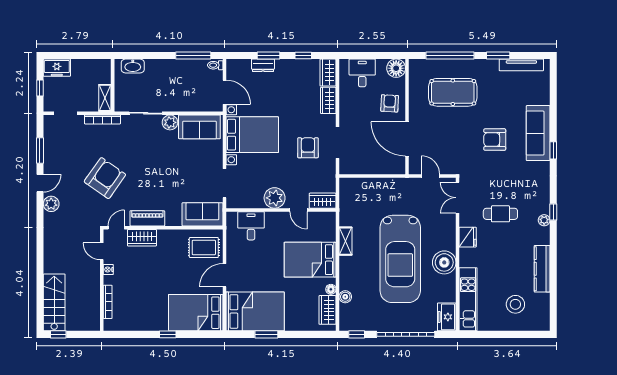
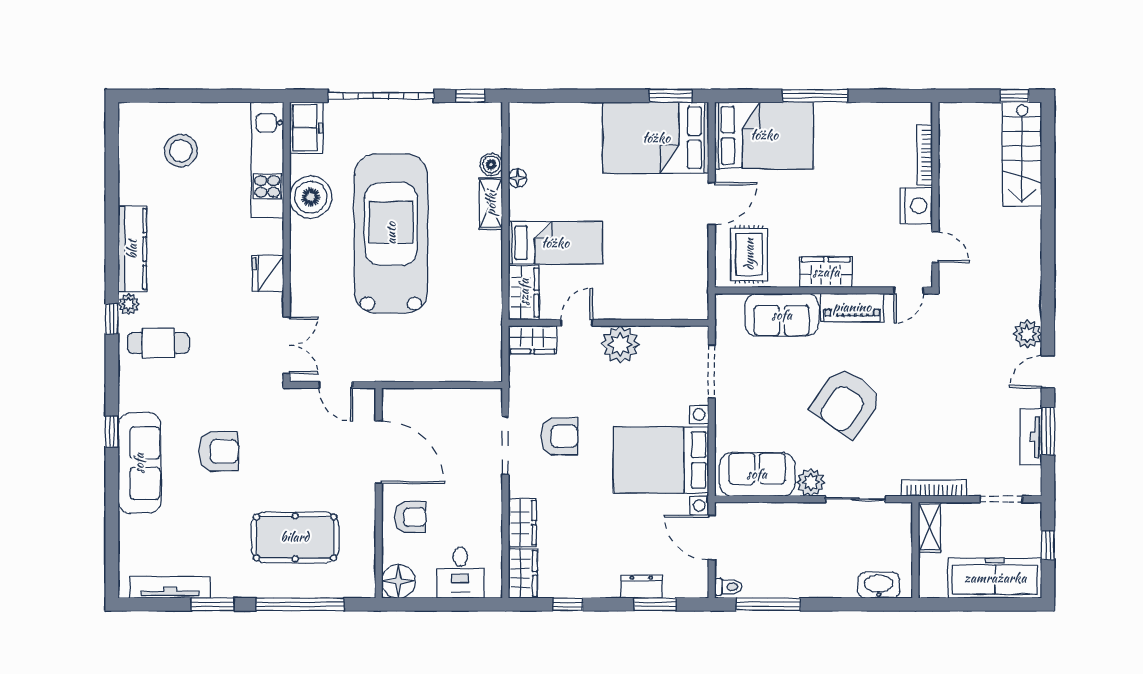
window: (269, 56) -> (655, 604), moved
freezer: (57, 68) -> (995, 578), width x1.91, depth x1.26
armchair: (390, 103) -> (410, 517), turned -93
tv unit: (49, 147) -> (1031, 437), added
armchair: (308, 148) -> (559, 436), turned -90
armchair: (105, 178) -> (846, 402), moved
door: (298, 210) -> (577, 323), hinge flipped
sofa: (202, 214) -> (782, 315), moved
cafe table: (500, 214) -> (158, 343), moved
desk: (251, 226) -> (663, 294), removed
wardrobe: (142, 238) -> (826, 272), moved
shelving: (346, 241) -> (491, 203), moved
rug: (204, 247) -> (749, 254), turned 90
bed: (310, 260) -> (555, 243), width x0.67
boiler: (444, 262) -> (311, 197), moved
kitchen counter: (542, 269) -> (132, 249), moved
nightstand: (108, 270) -> (916, 206), width x1.89, depth x1.79
wardrobe: (327, 310) -> (524, 292), moved
window: (168, 334) -> (815, 96), width x2.17
window: (266, 334) -> (671, 96), moved

